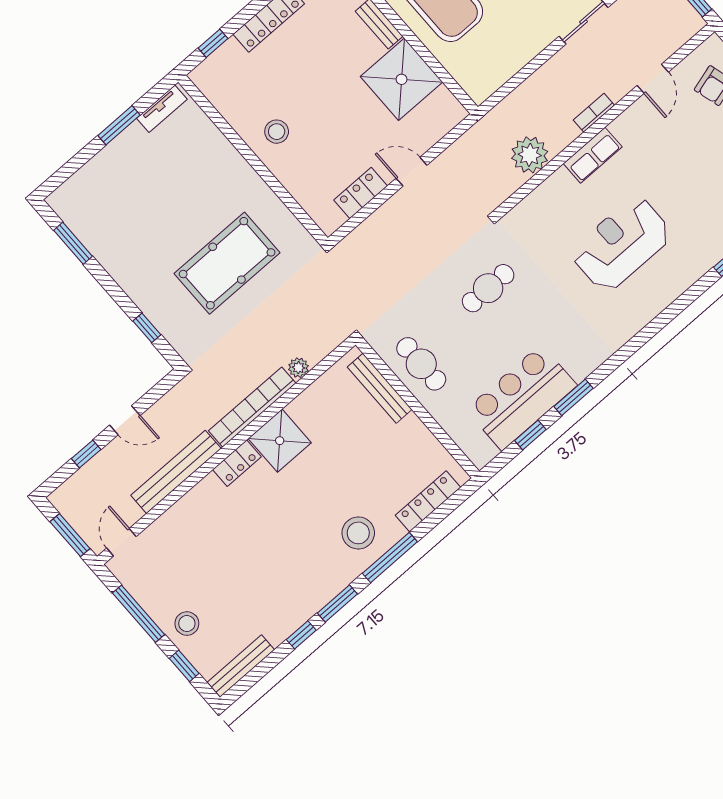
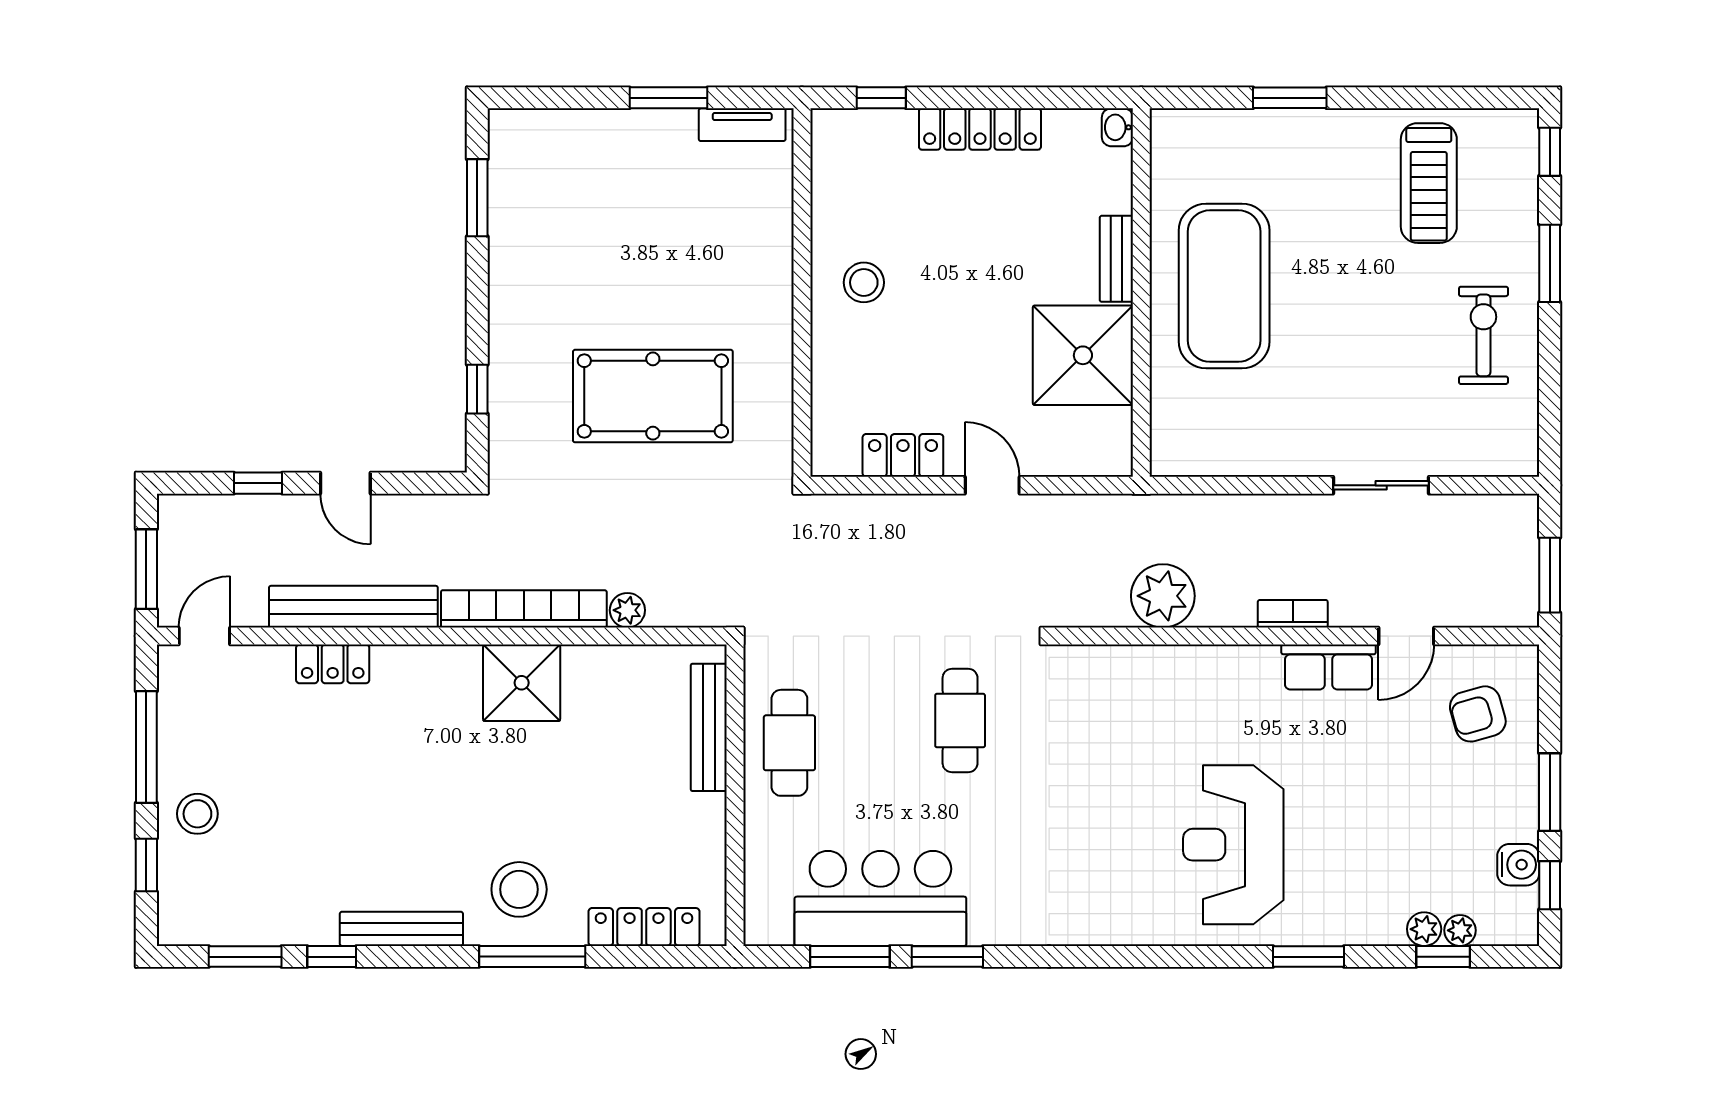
row of seats: (593, 155) -> (1329, 667), moved
reception desk: (621, 244) -> (1233, 845), moved, turned -90
cafe table: (488, 288) -> (960, 721), turned 90
window: (530, 435) -> (850, 957), width x1.50
locker: (237, 463) -> (333, 664), moved
window: (337, 603) -> (245, 957), moved
bench: (241, 666) -> (401, 929), moved

